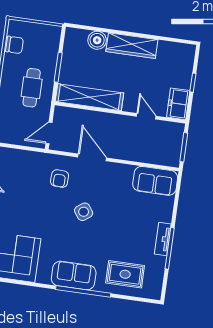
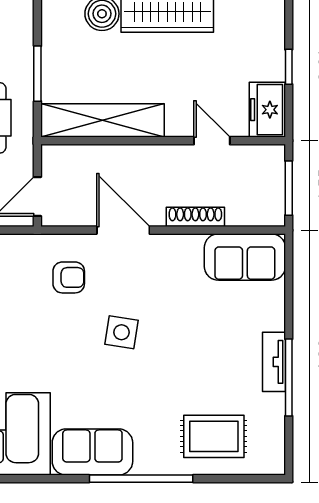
shoe rack: (132, 156) -> (195, 217), added
armchair: (60, 179) -> (69, 277), turned -92
side table: (84, 212) -> (121, 332), turned 45
sofa: (74, 276) -> (92, 452), moved

